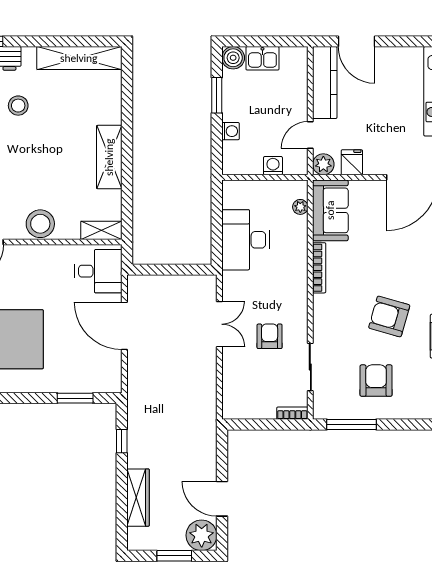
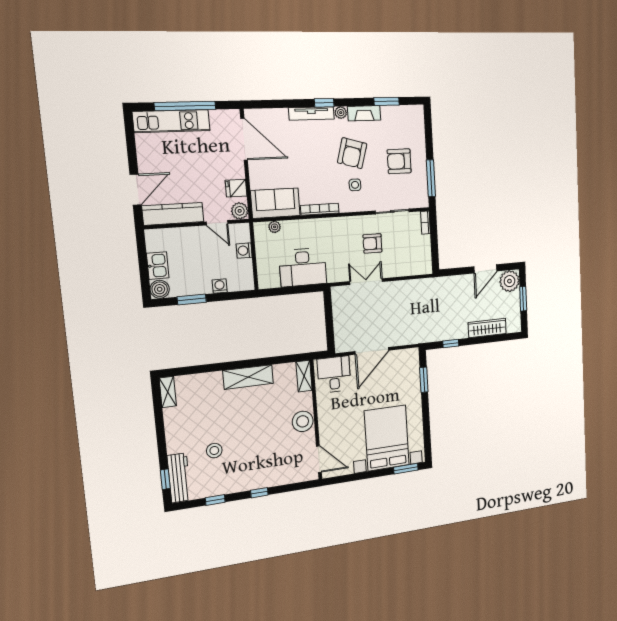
shelving: (79, 58) -> (168, 392), width x0.45, depth x0.75
side table: (348, 317) -> (355, 185), added

